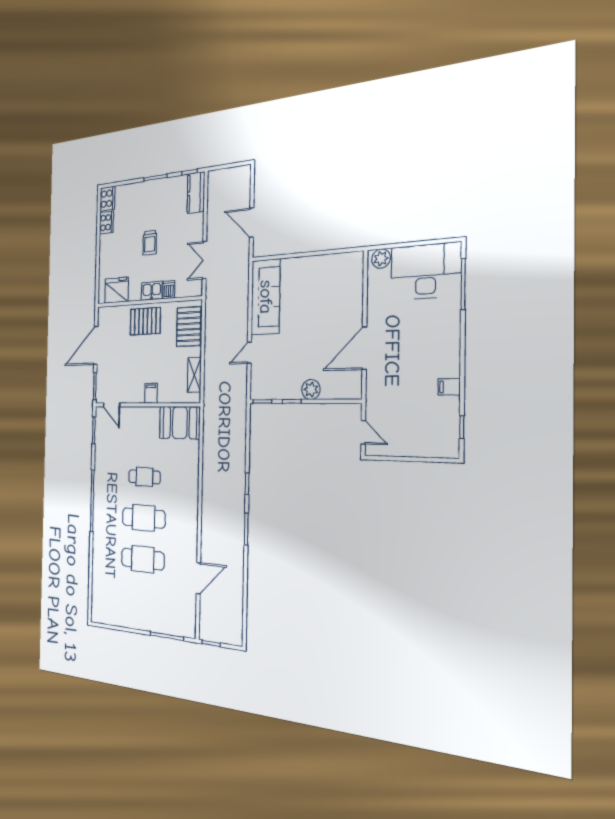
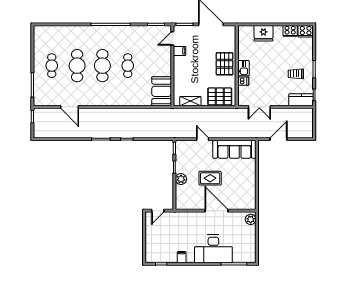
trolley: (150, 243) -> (296, 74), moved
double door: (204, 260) -> (259, 107), swing flipped
desk: (426, 271) -> (213, 249), moved, turned 90
fridge: (117, 290) -> (264, 33), moved, turned 90
rug: (310, 337) -> (210, 178), added
door: (364, 348) -> (217, 211), moved
filing cabinet: (151, 393) -> (180, 51), moved
cafe table: (142, 600) -> (52, 66), added

